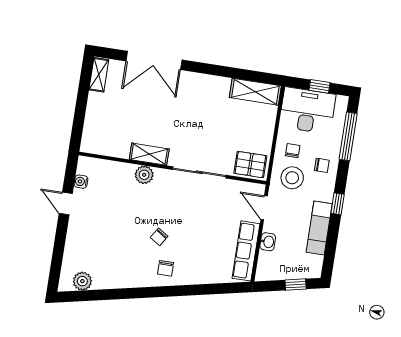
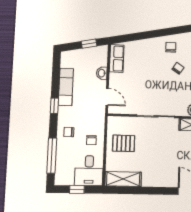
desk: (307, 110) -> (89, 171), width x0.73
pallet: (250, 165) -> (124, 143), moved
stool: (292, 178) -> (89, 120), removed
row of seats: (246, 251) -> (117, 58), width x0.68
window: (296, 284) -> (89, 44), moved

